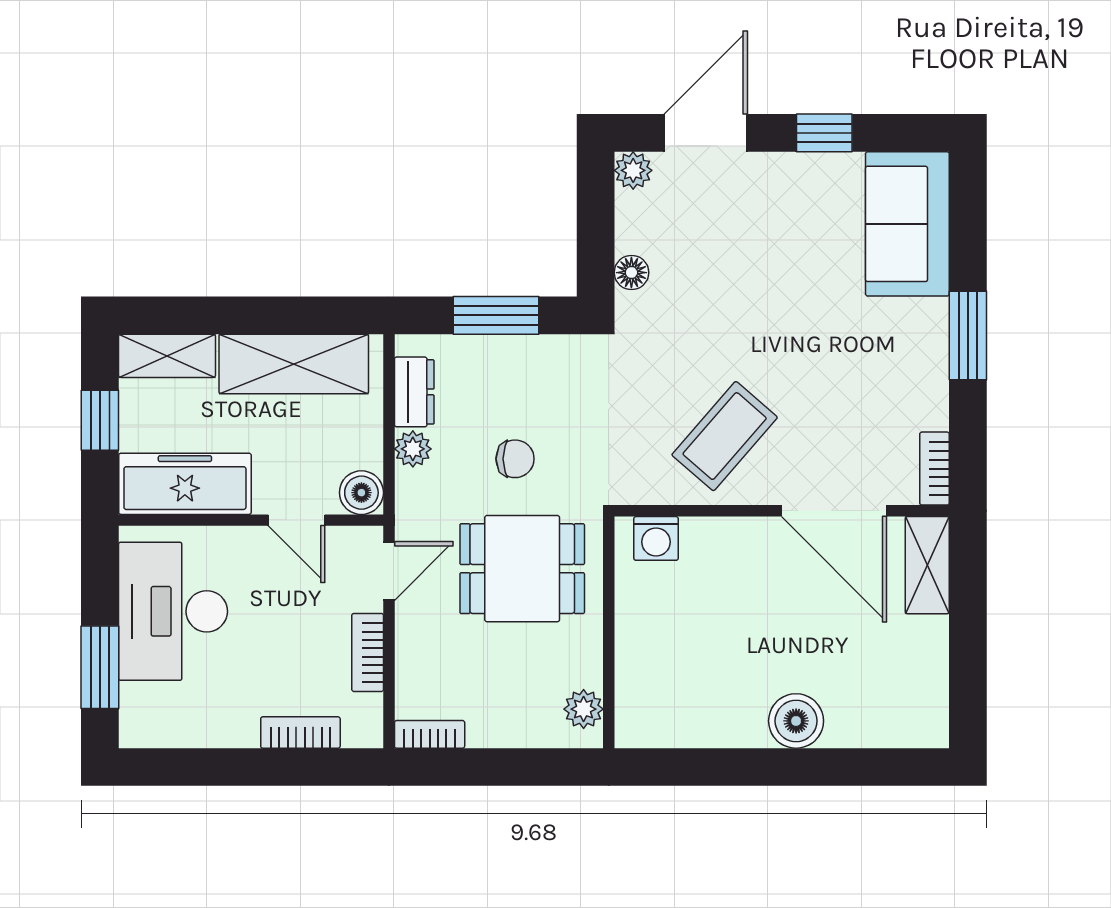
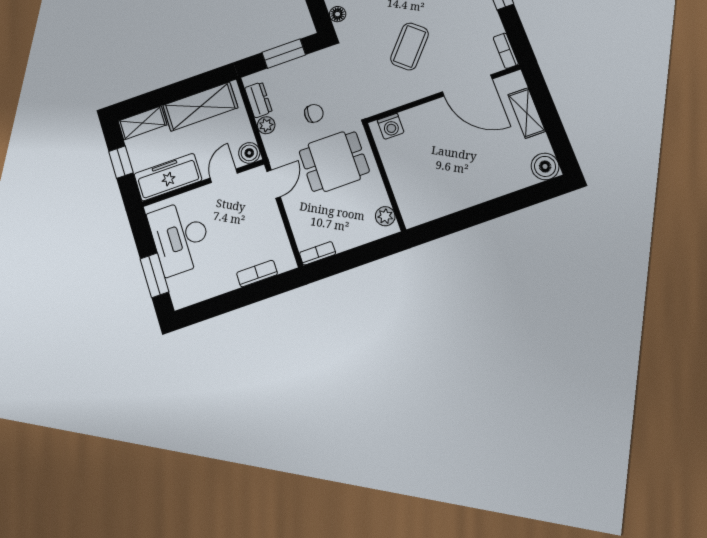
coffee table: (725, 436) -> (410, 46), moved
door: (297, 520) -> (224, 176), swing flipped
shelving: (927, 565) -> (527, 113), moved
bookcase: (368, 652) -> (276, 225), removed
boiler: (796, 721) -> (545, 166), moved

